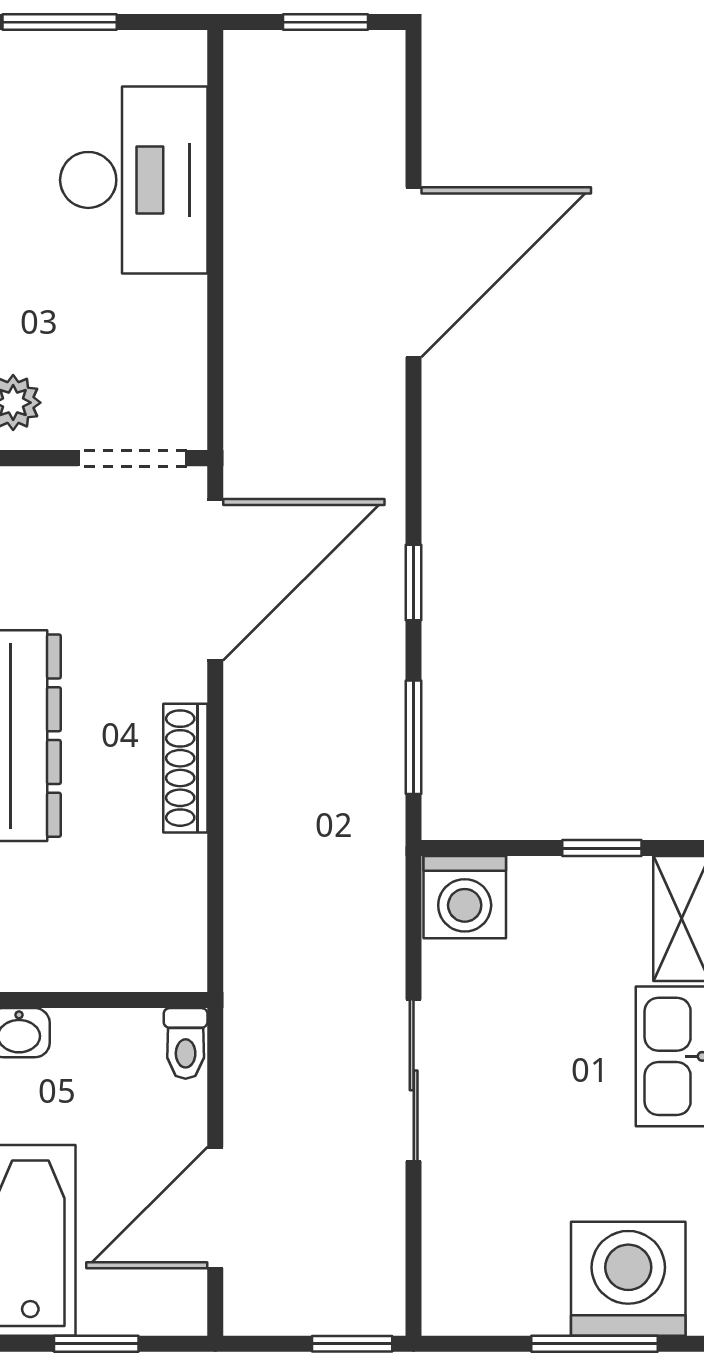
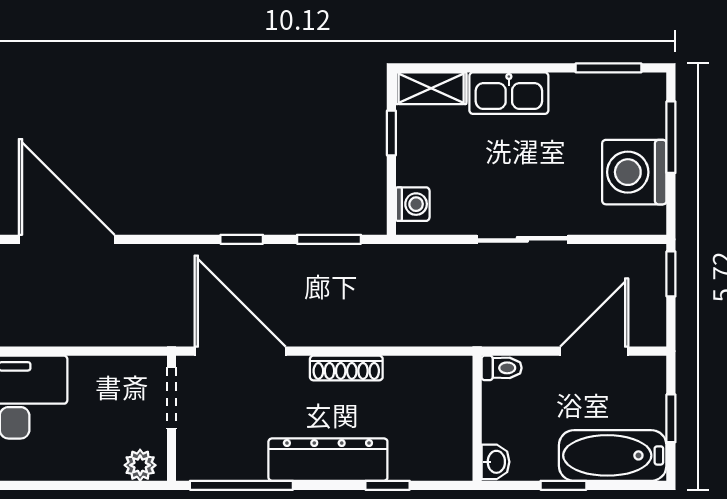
washing machine: (465, 897) -> (413, 204), width x0.73, depth x0.73
door: (215, 1208) -> (594, 351), swing flipped
washing machine: (628, 1279) -> (634, 172), moved

